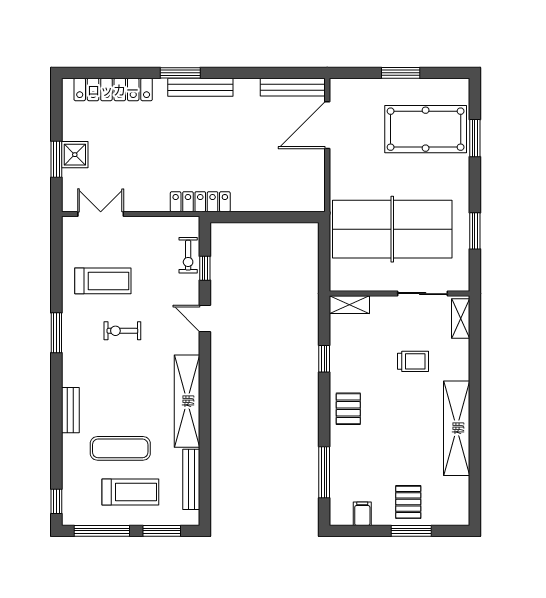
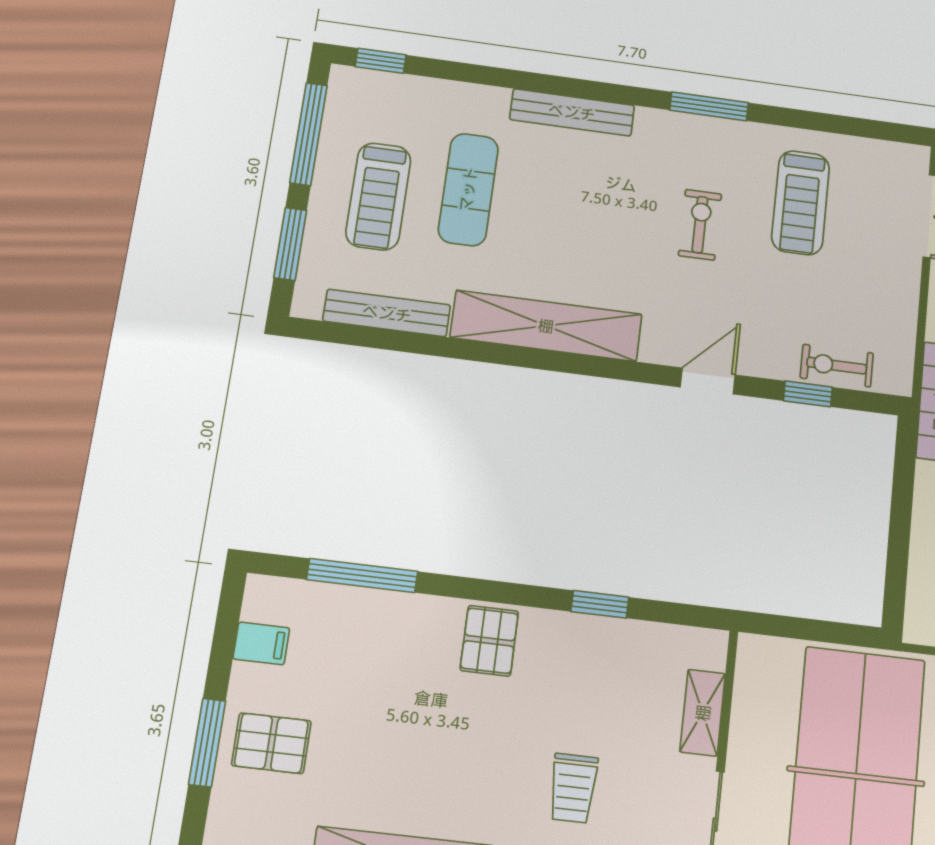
shelving: (349, 305) -> (703, 713), moved
pallet: (348, 409) -> (489, 641), turned 90
bench: (70, 410) -> (572, 112), width x1.36

